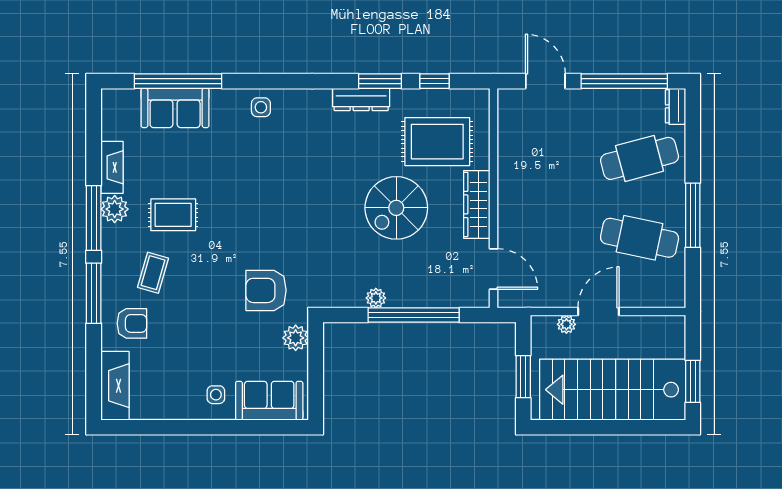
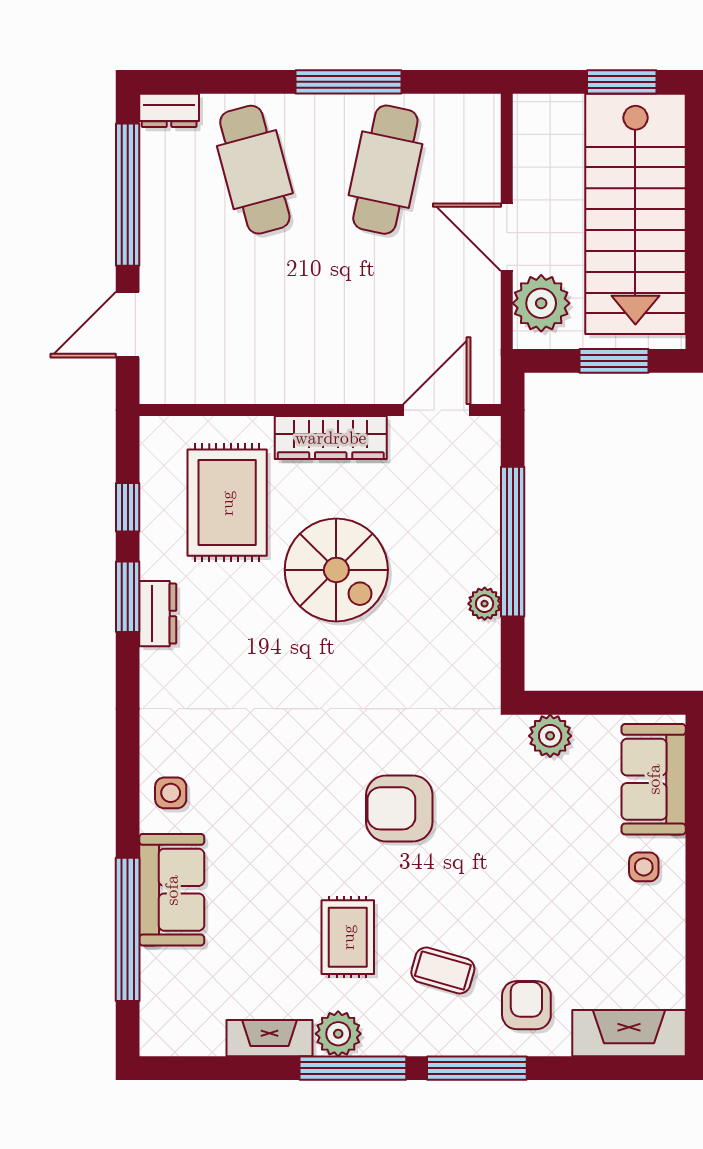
dresser: (361, 99) -> (158, 614), width x0.70
sofa: (175, 108) -> (172, 890), moved
armchair: (266, 290) -> (399, 808), moved, turned 90
plant: (566, 324) -> (541, 303), width x1.88, depth x1.88

